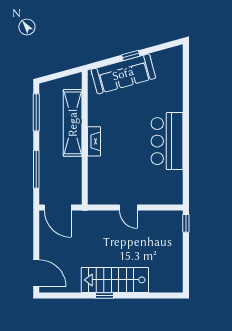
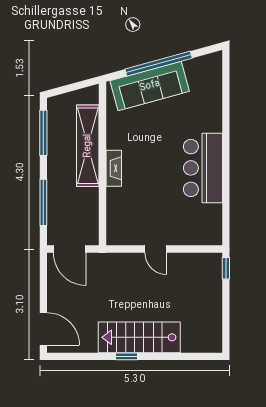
window: (131, 55) -> (159, 64), width x3.17

